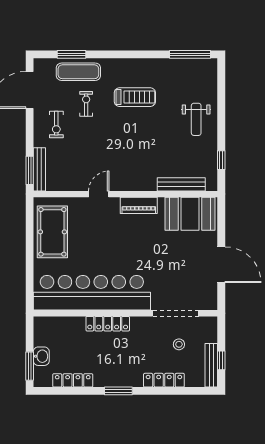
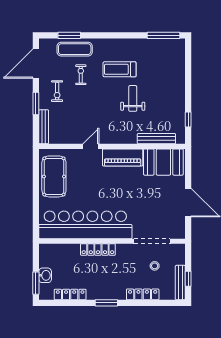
treadmill: (135, 97) -> (120, 69), turned 180
weight bench: (196, 119) -> (133, 98), moved, turned 180
window: (30, 170) -> (36, 104), moved
piano: (139, 205) -> (123, 157), width x1.37, depth x1.33

